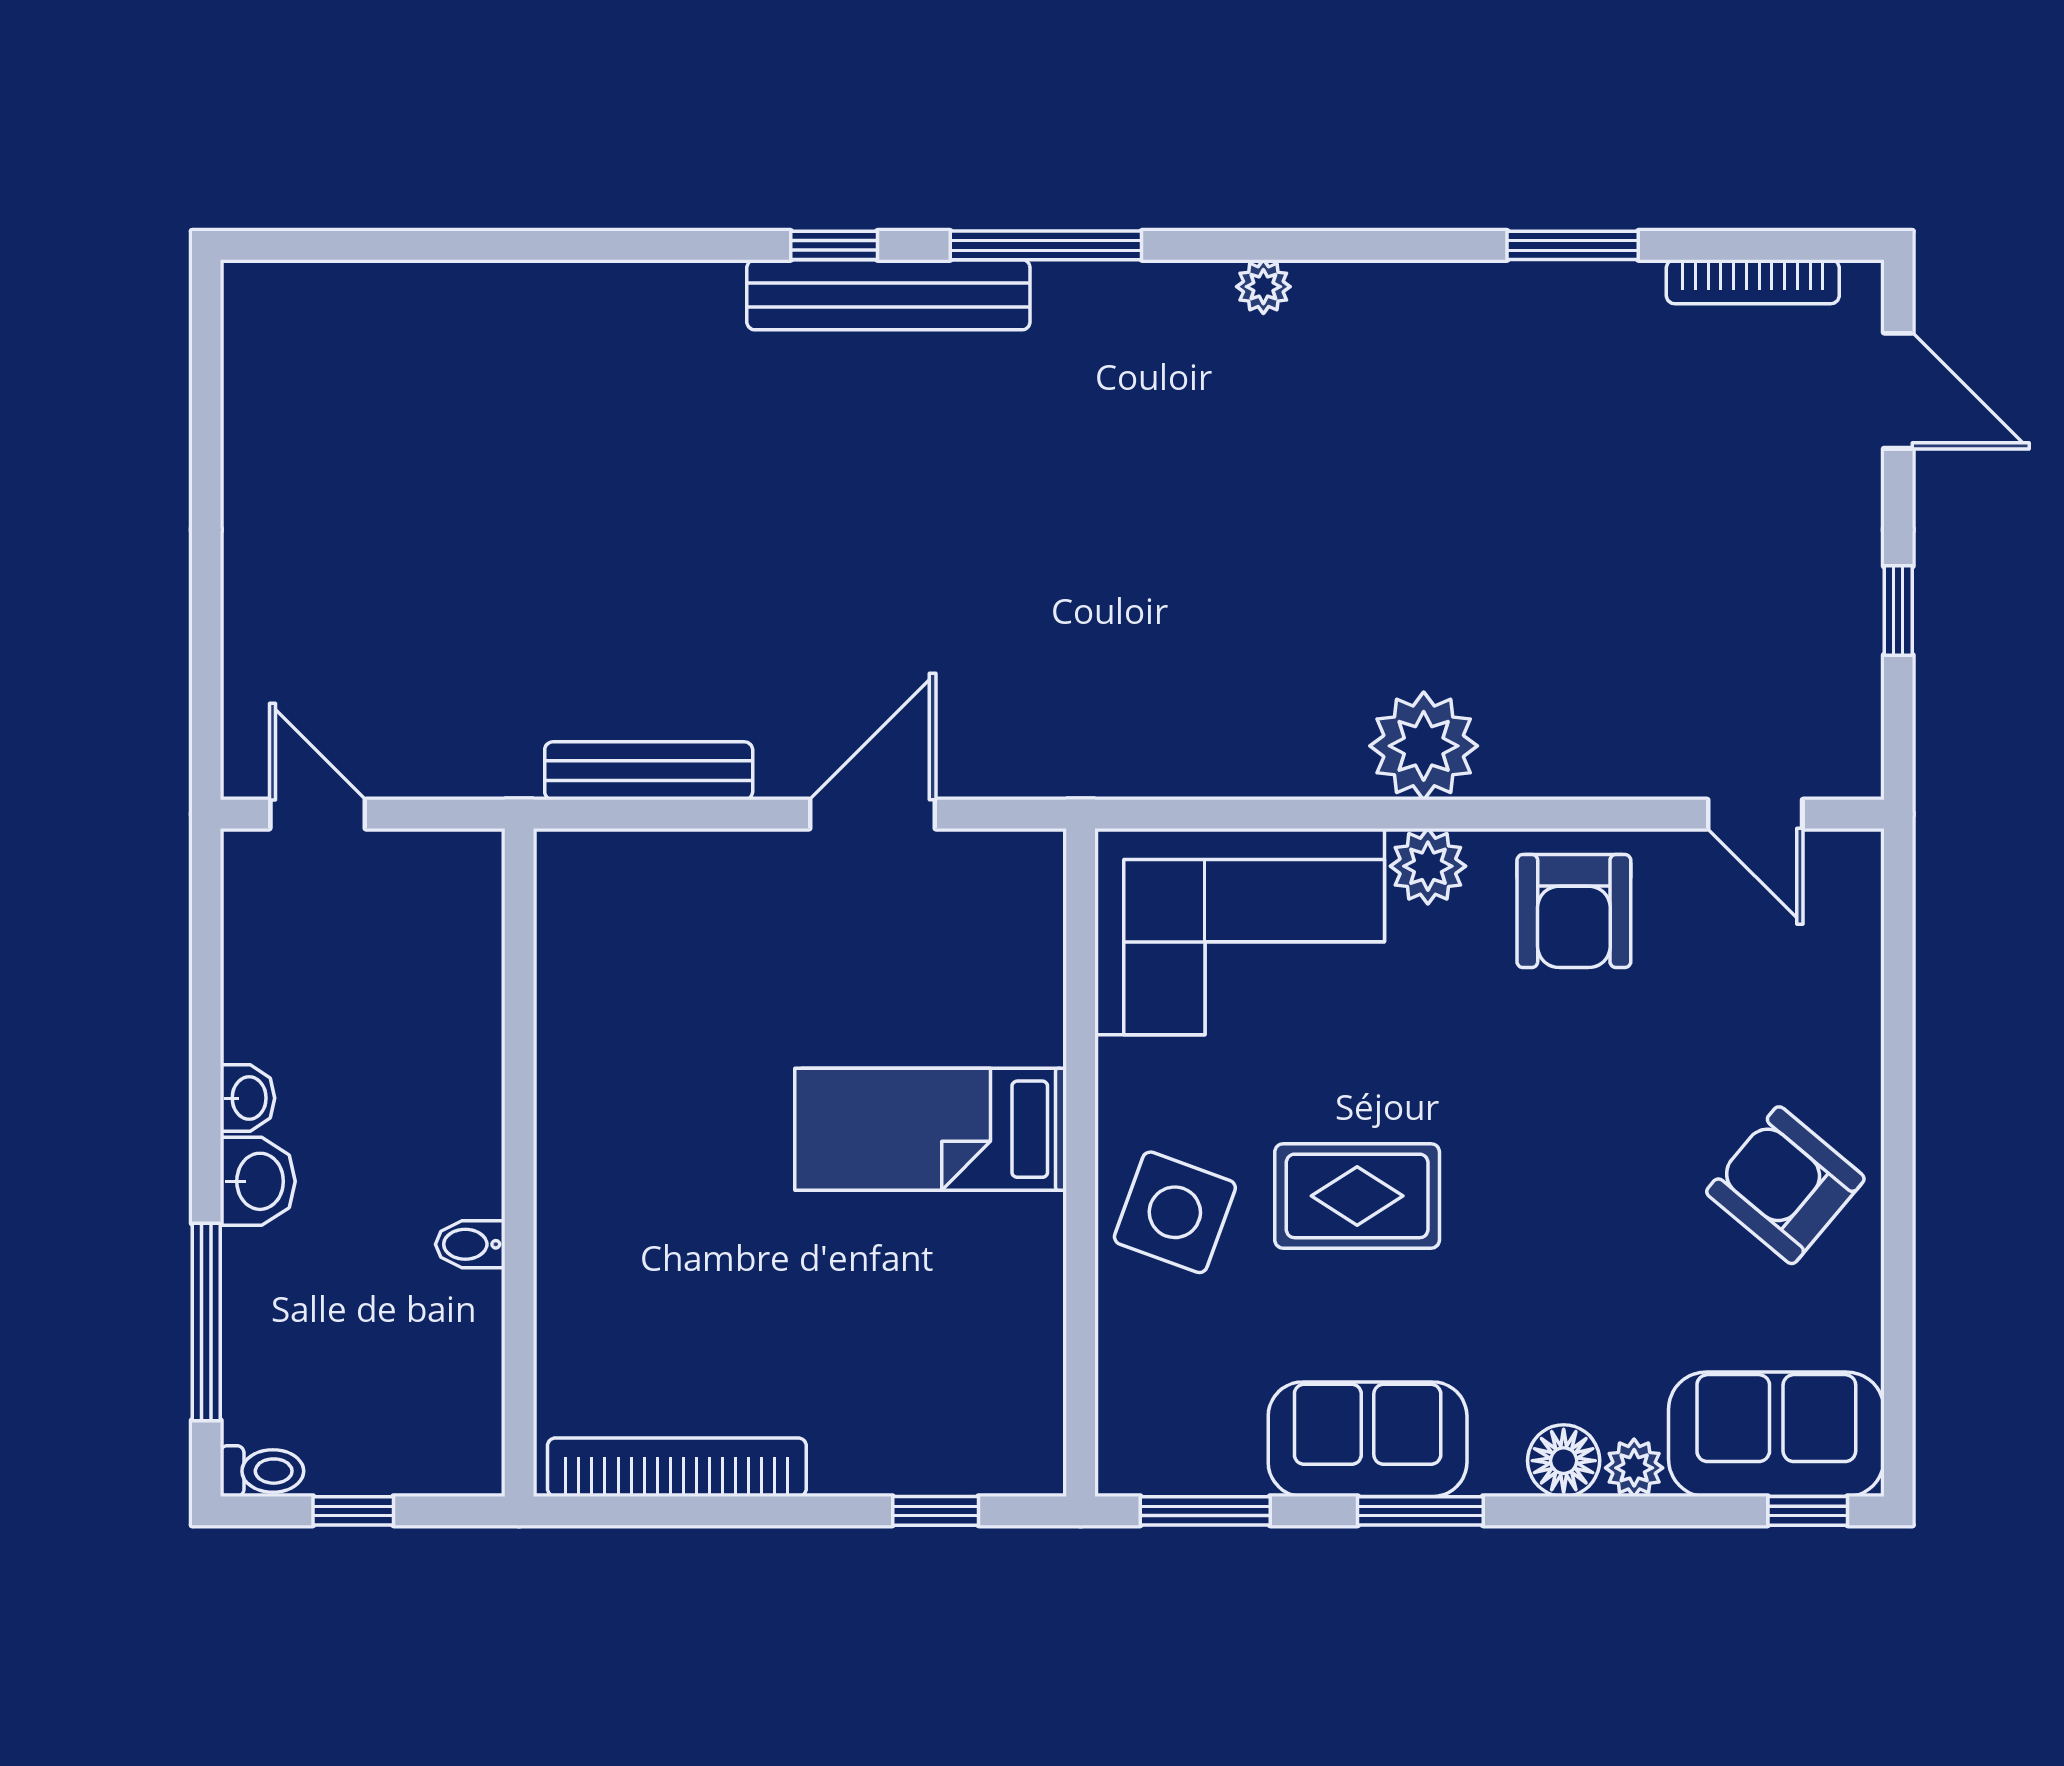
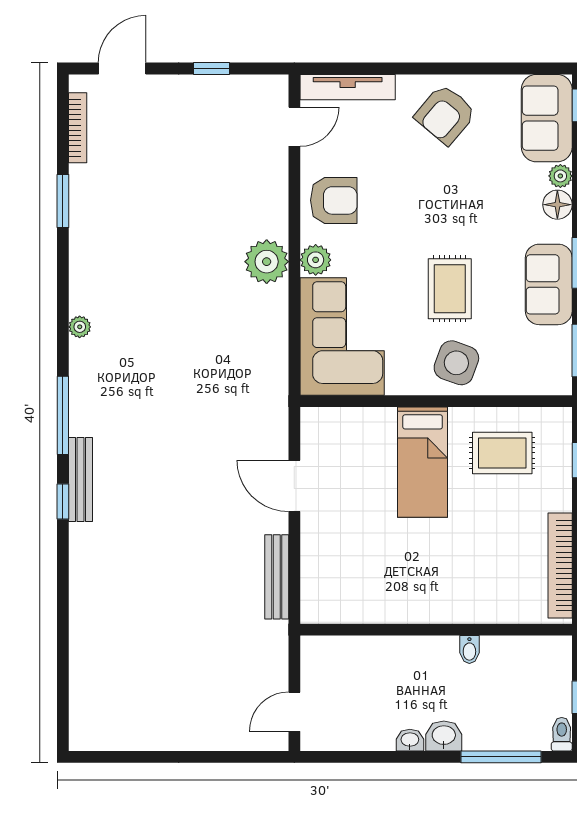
bench: (888, 295) -> (81, 479), width x0.73, depth x0.82
tv unit: (1852, 945) -> (348, 87), added
rug: (953, 1325) -> (502, 453), added

